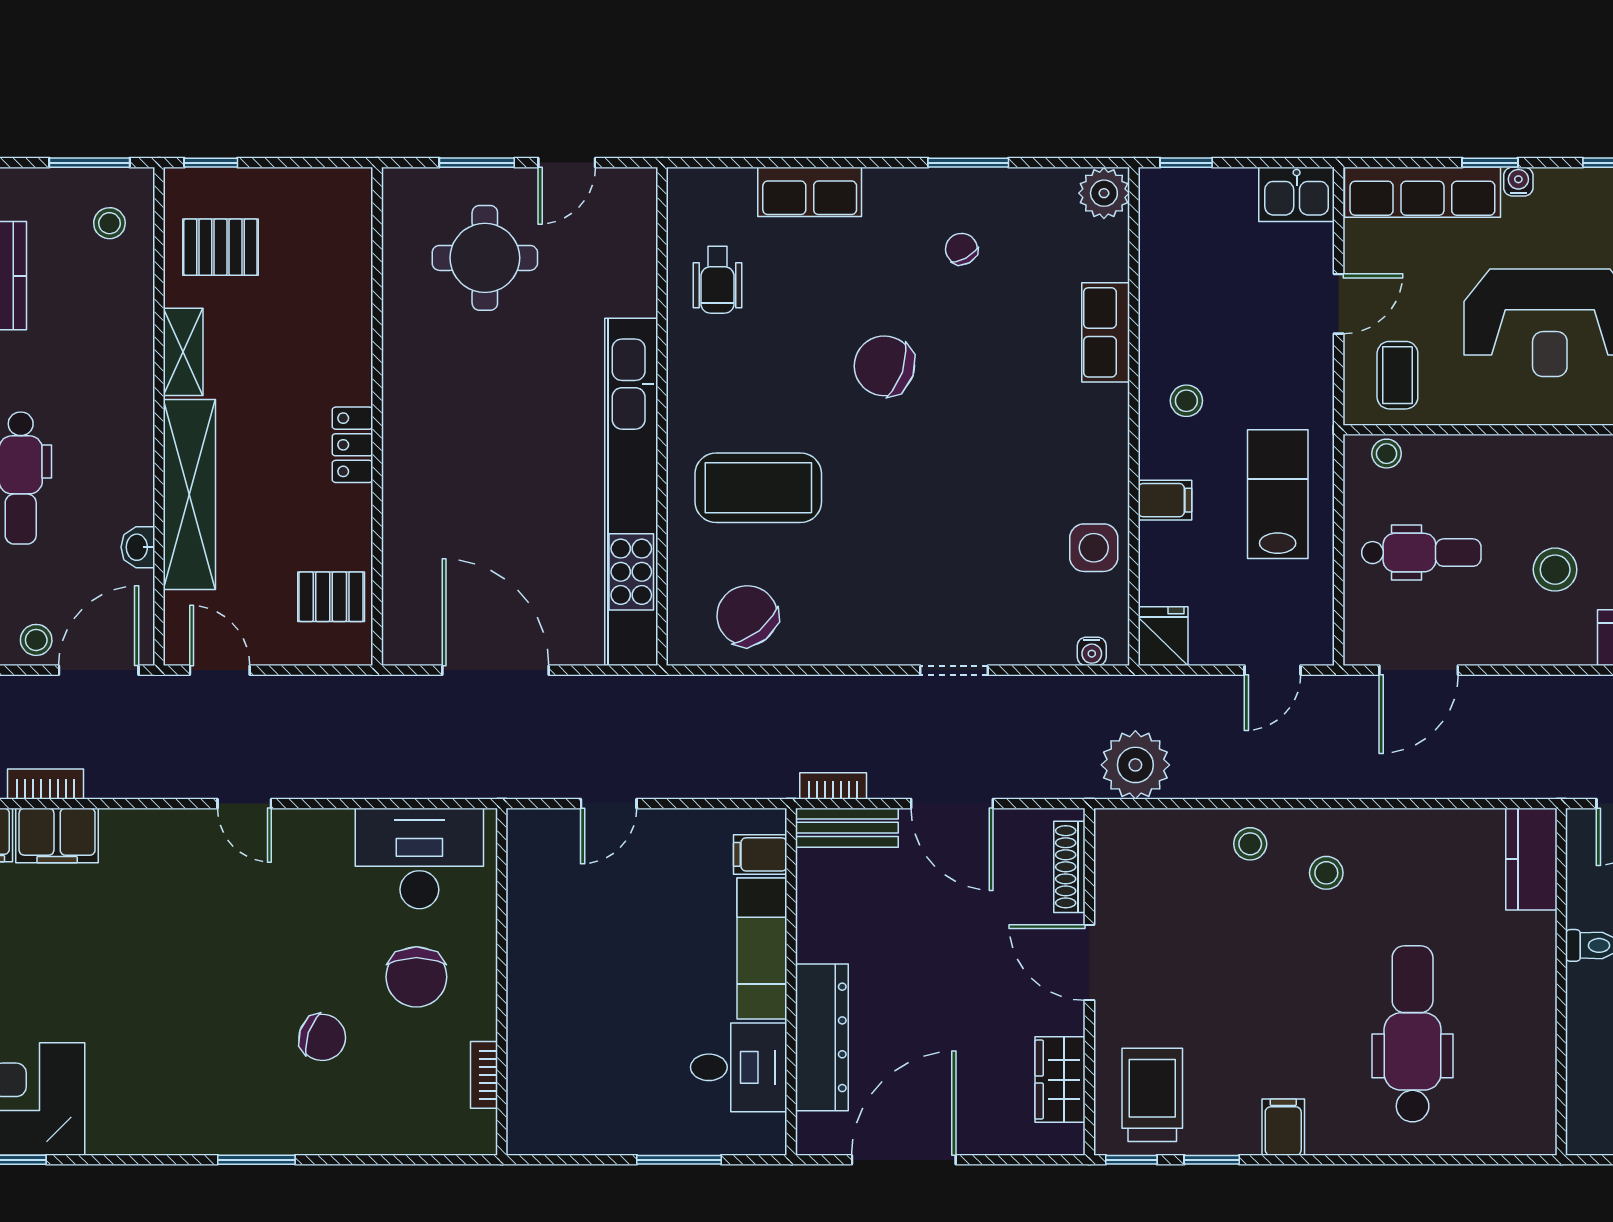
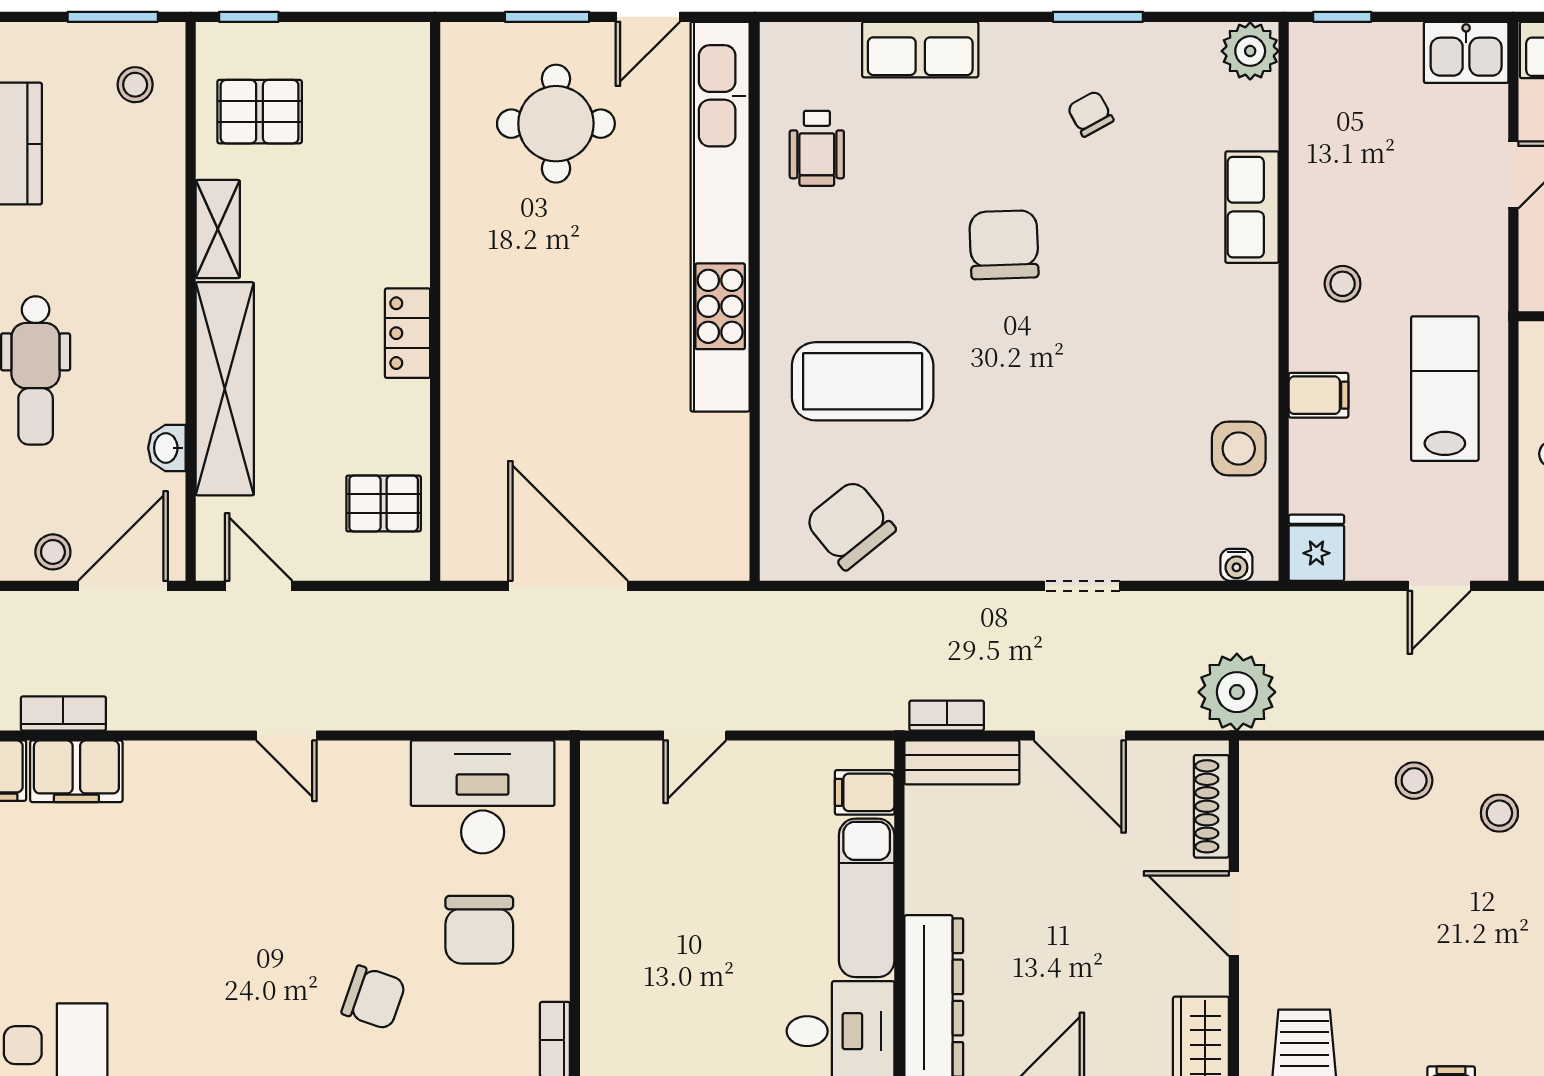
chair: (884, 366) -> (1004, 245), turned 69
kitchen unit: (631, 492) -> (720, 217), moved
plant: (1135, 765) -> (1237, 692), moved

